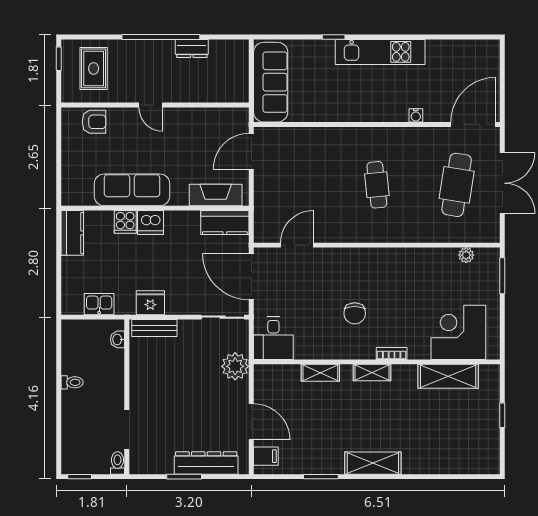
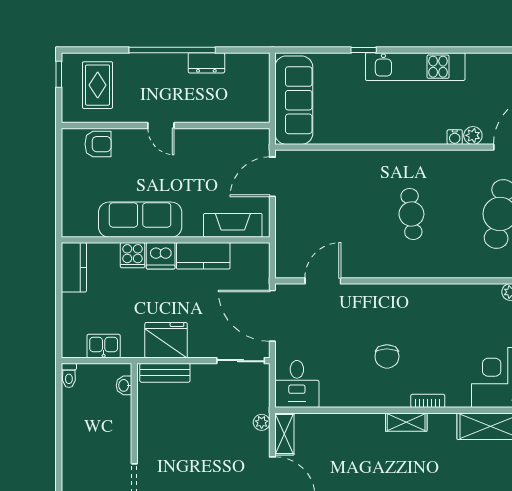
plant: (432, 114) -> (473, 135), added
kitchen counter: (225, 223) -> (203, 256), moved
fridge: (150, 303) -> (166, 340), width x1.36, depth x1.34
plant: (235, 366) -> (262, 422), width x0.53, depth x0.53
shelving: (320, 373) -> (284, 434), moved, turned 90
toilet: (72, 382) -> (69, 375), moved, turned 90

